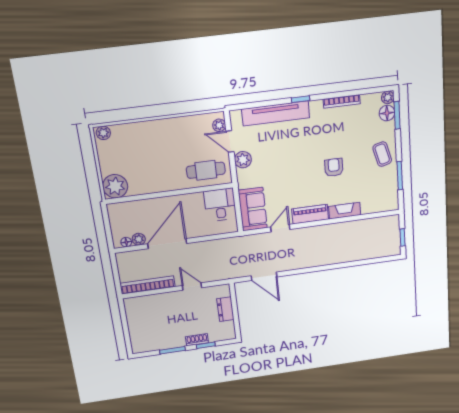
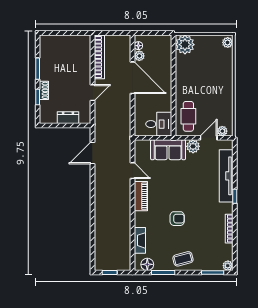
floor lamp: (387, 113) -> (147, 264), moved
sofa: (253, 209) -> (168, 150), moved
fireplace: (345, 211) -> (140, 240), moved

